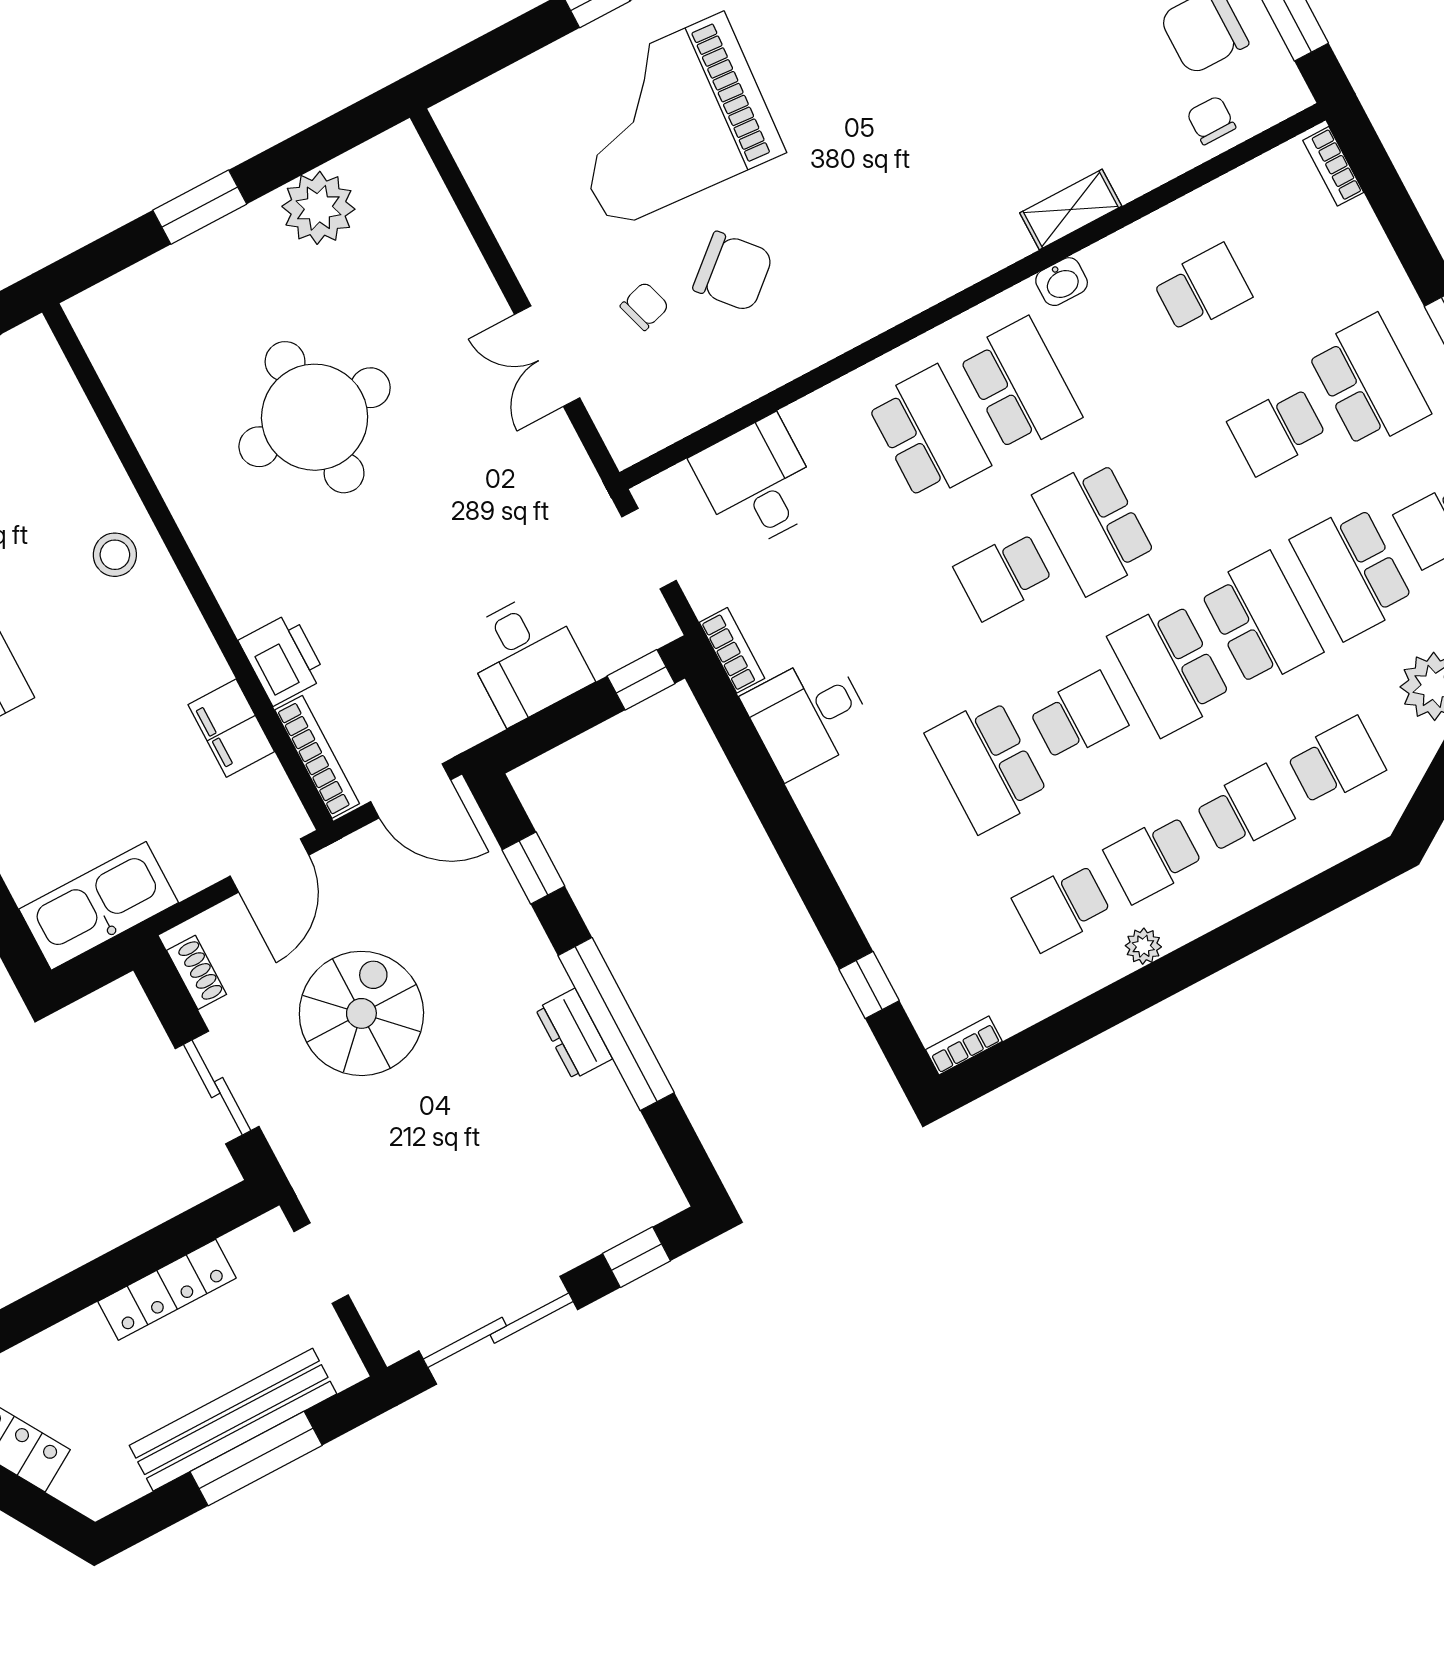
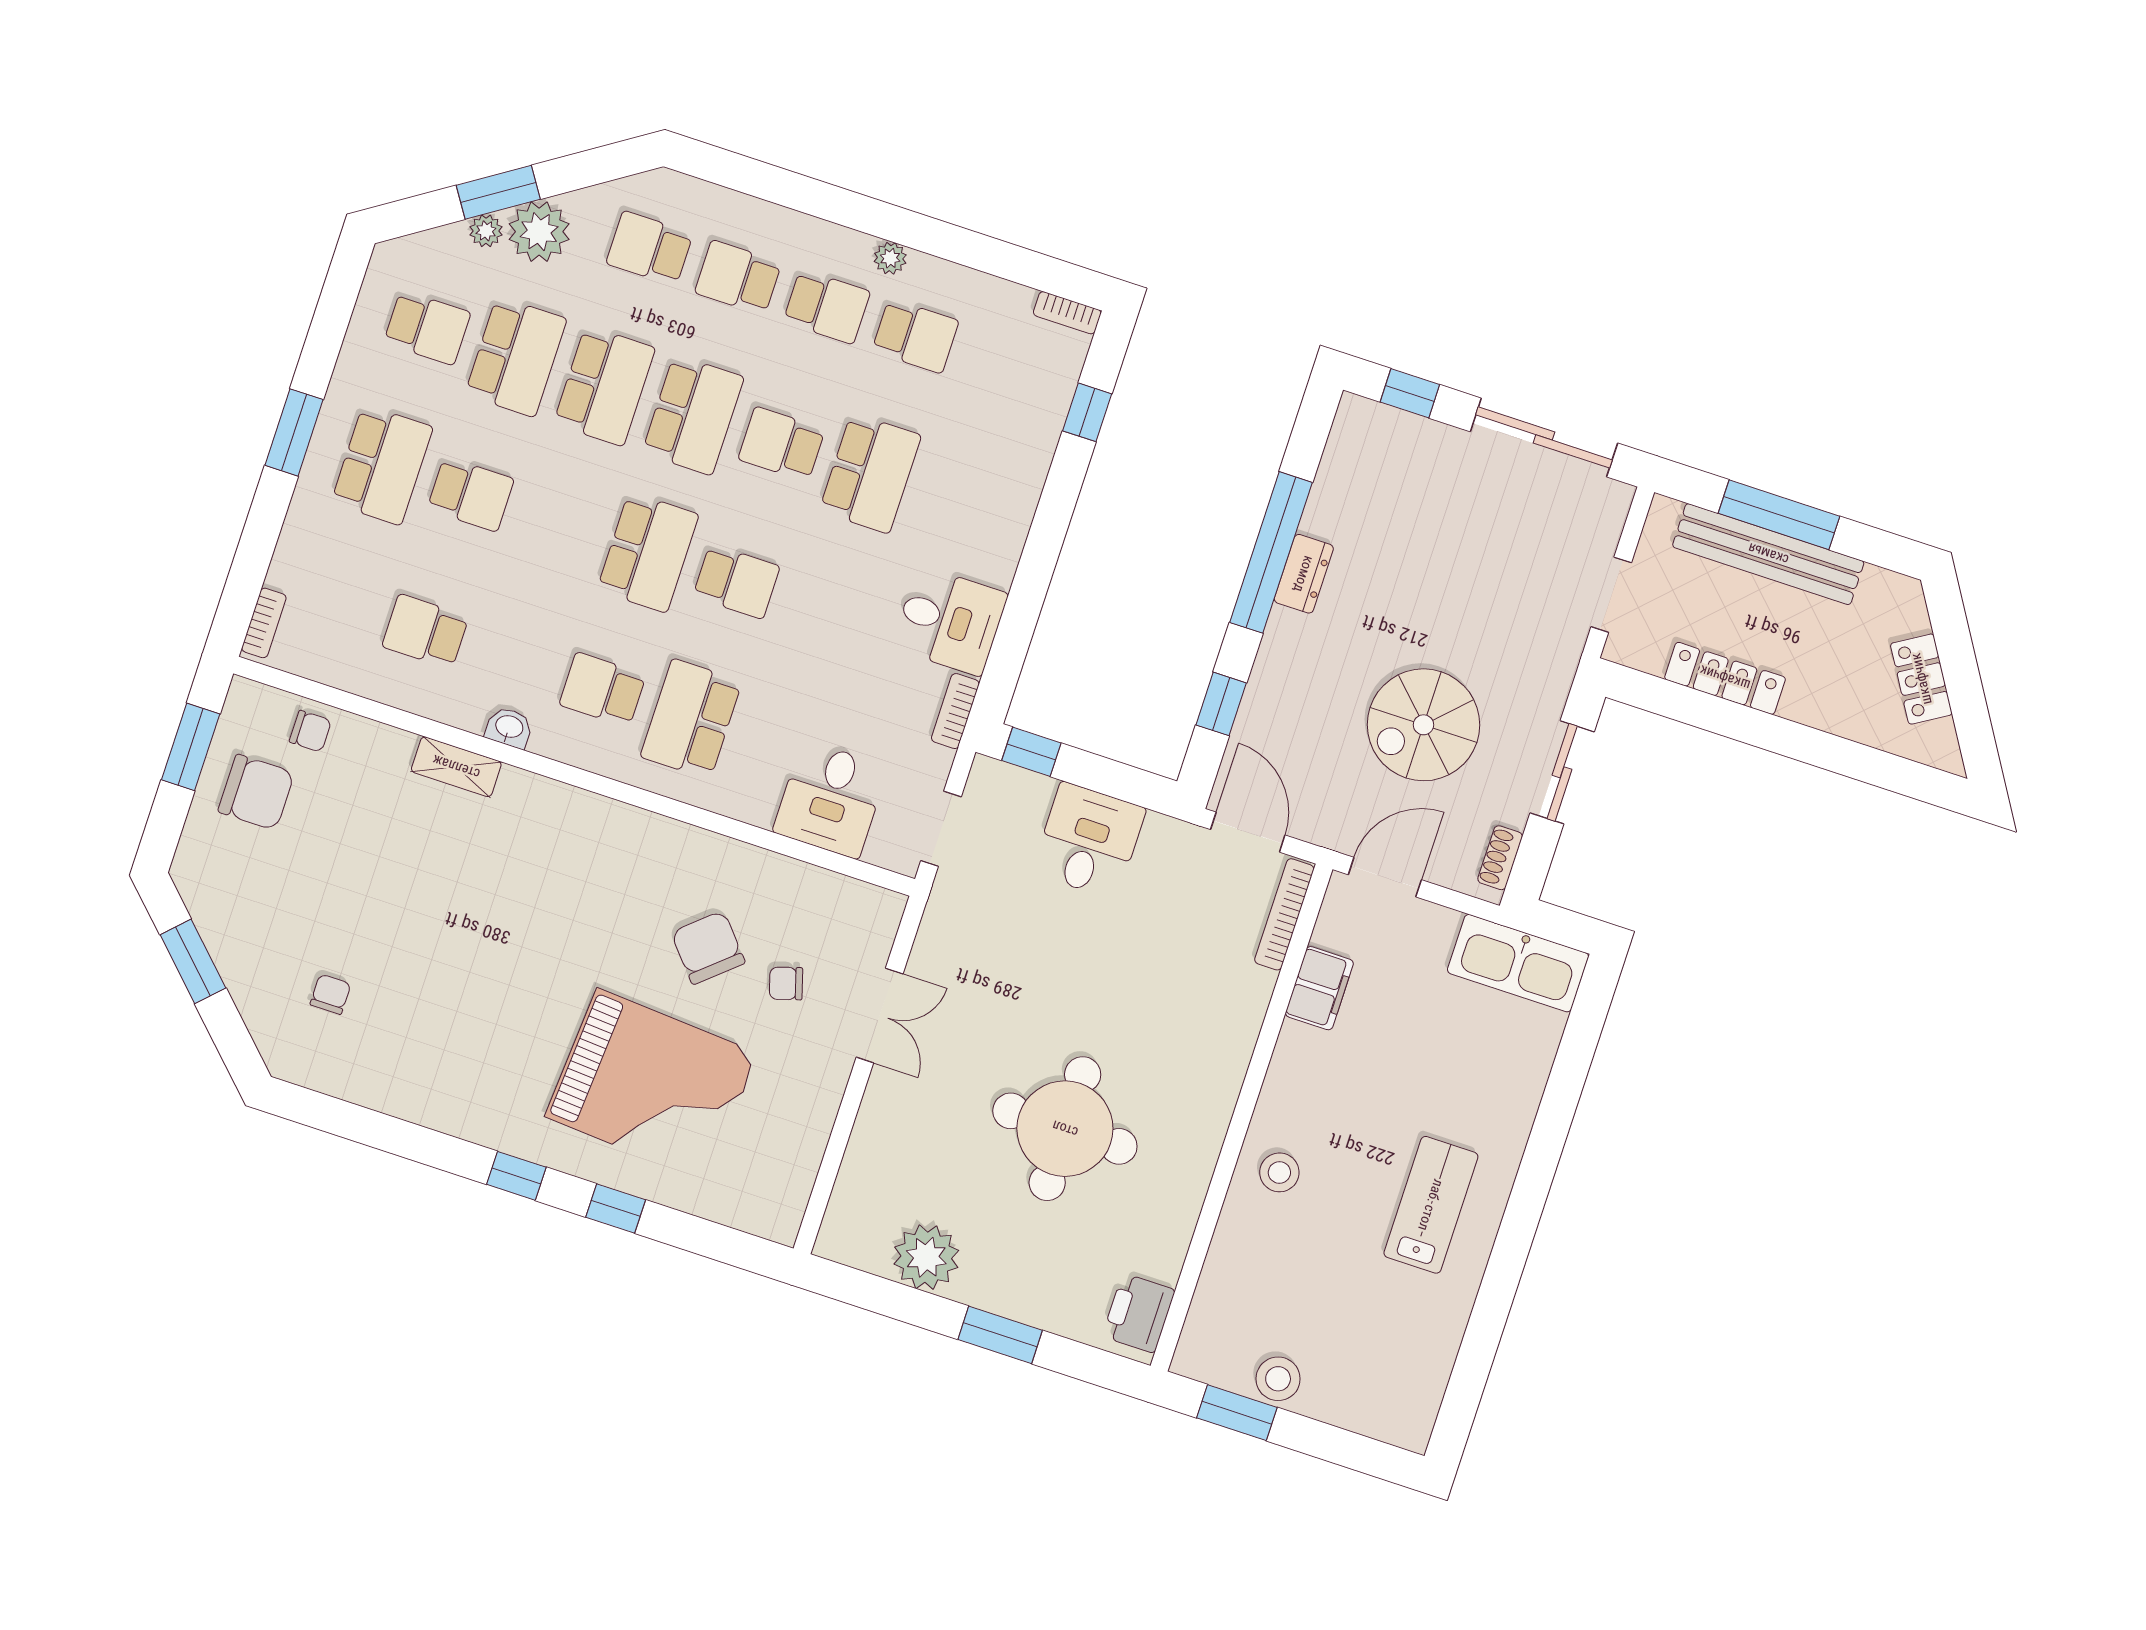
chair: (1211, 120) -> (310, 731), turned -90
school desk: (1369, 382) -> (382, 465), turned 180
school desk: (1020, 385) -> (603, 690), width x0.54
school desk: (1261, 620) -> (604, 386), turned 180
printer: (283, 659) -> (1139, 1313), moved

